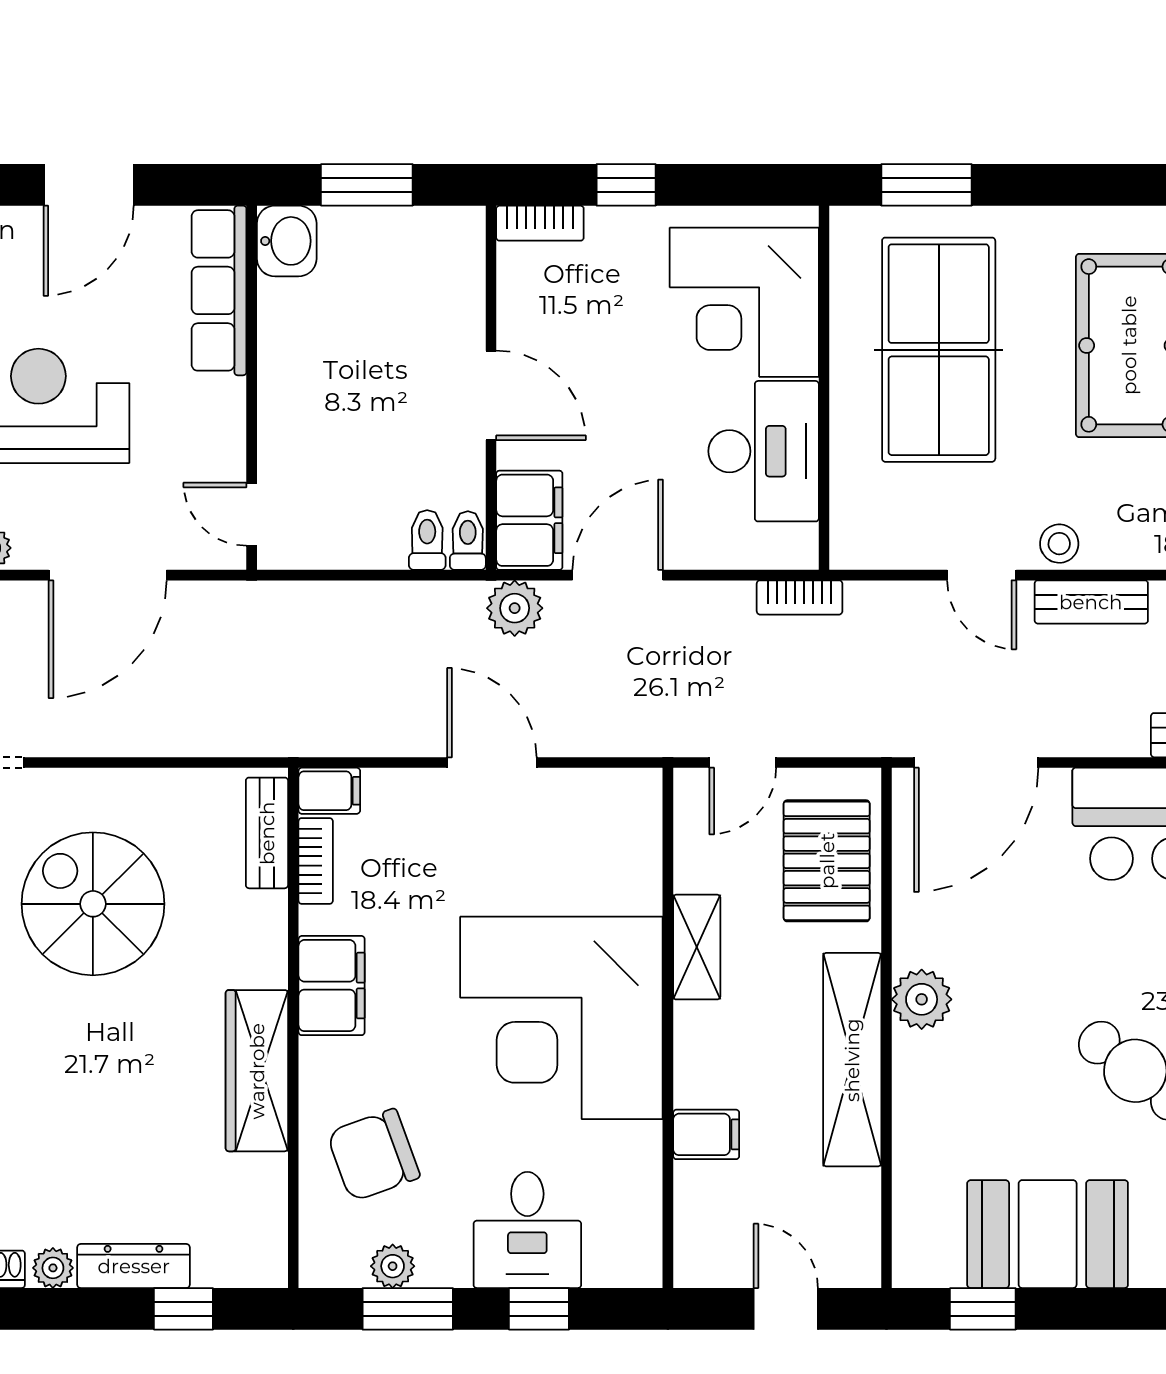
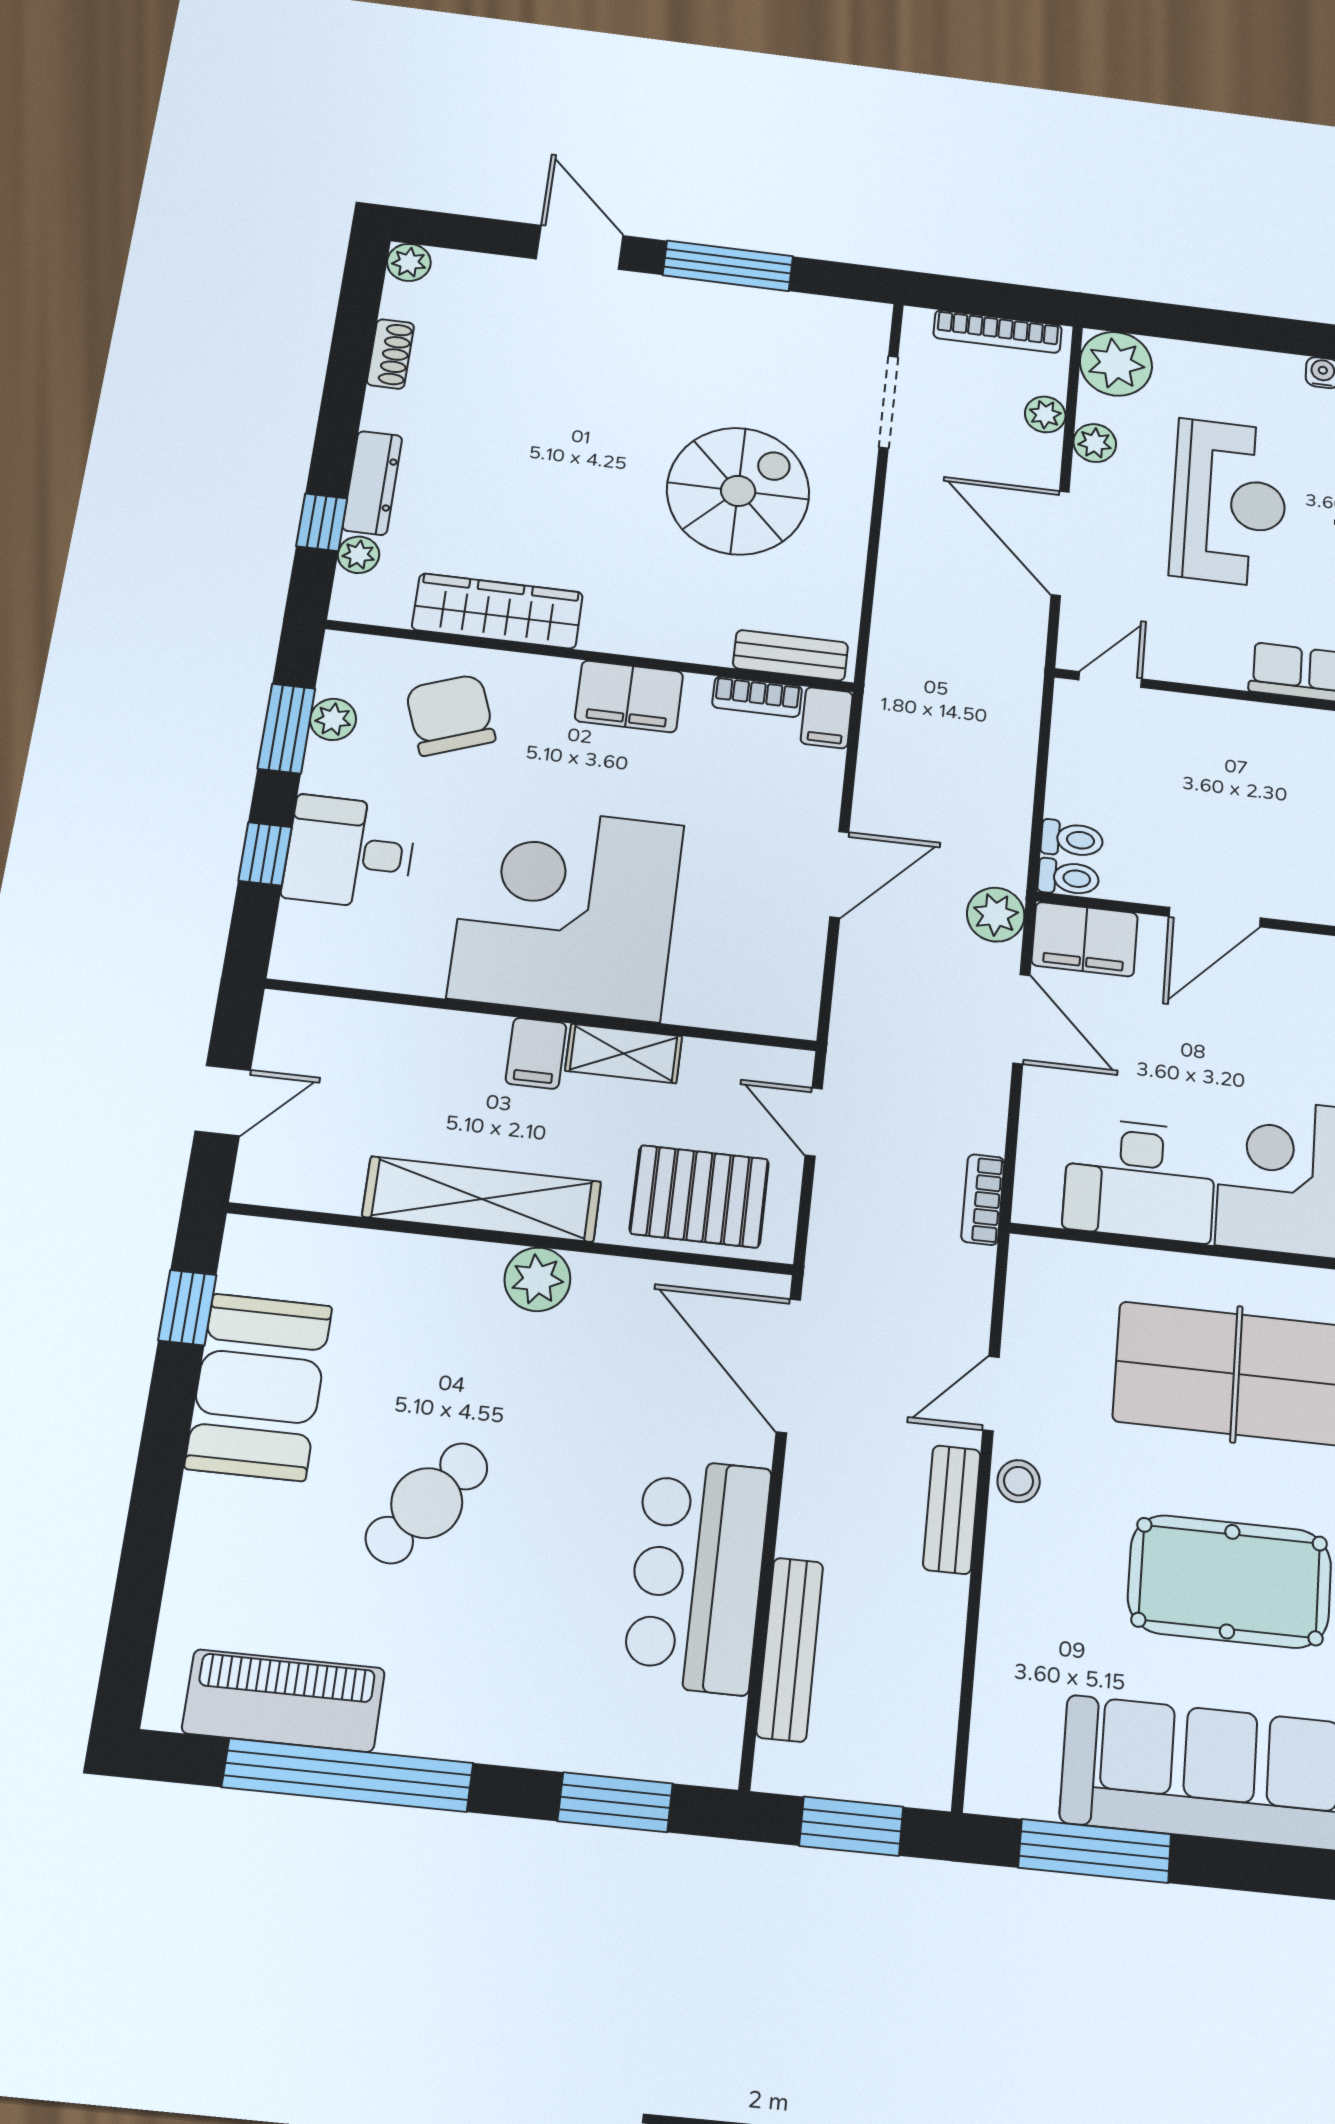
wardrobe: (257, 1071) -> (498, 611), moved
filing cabinet: (706, 1134) -> (536, 1053), moved
plant: (53, 1268) -> (359, 555), moved

